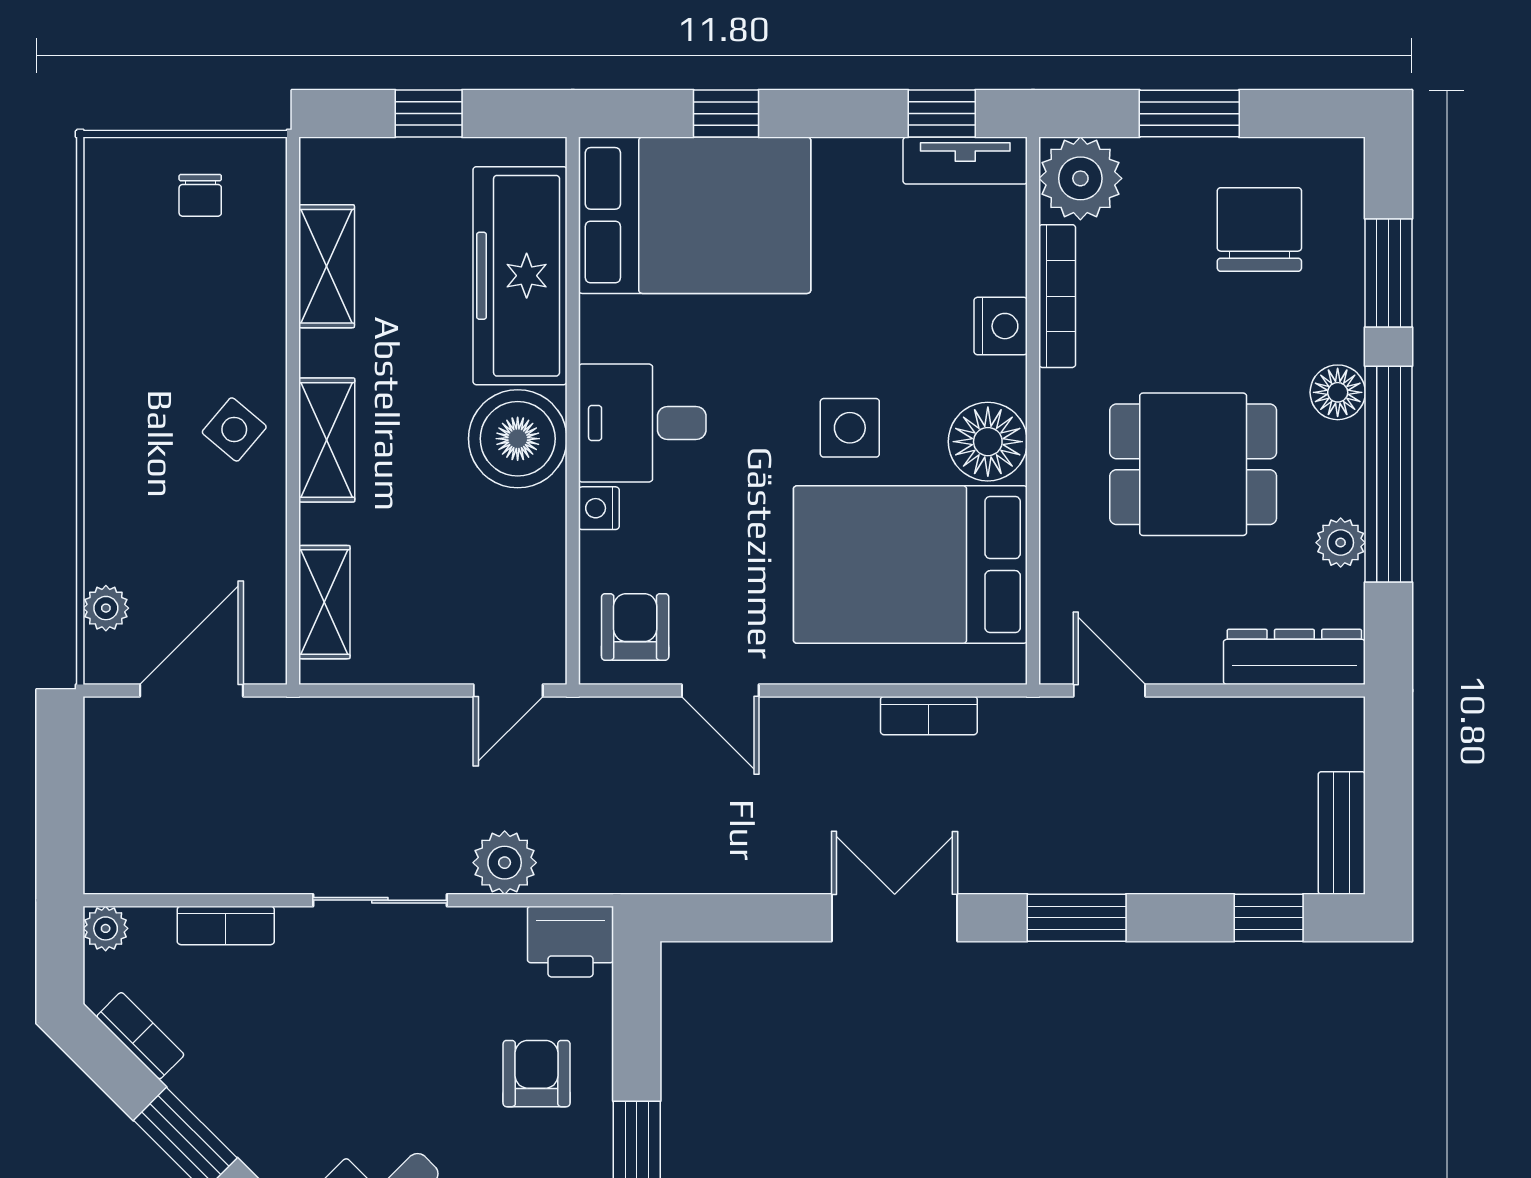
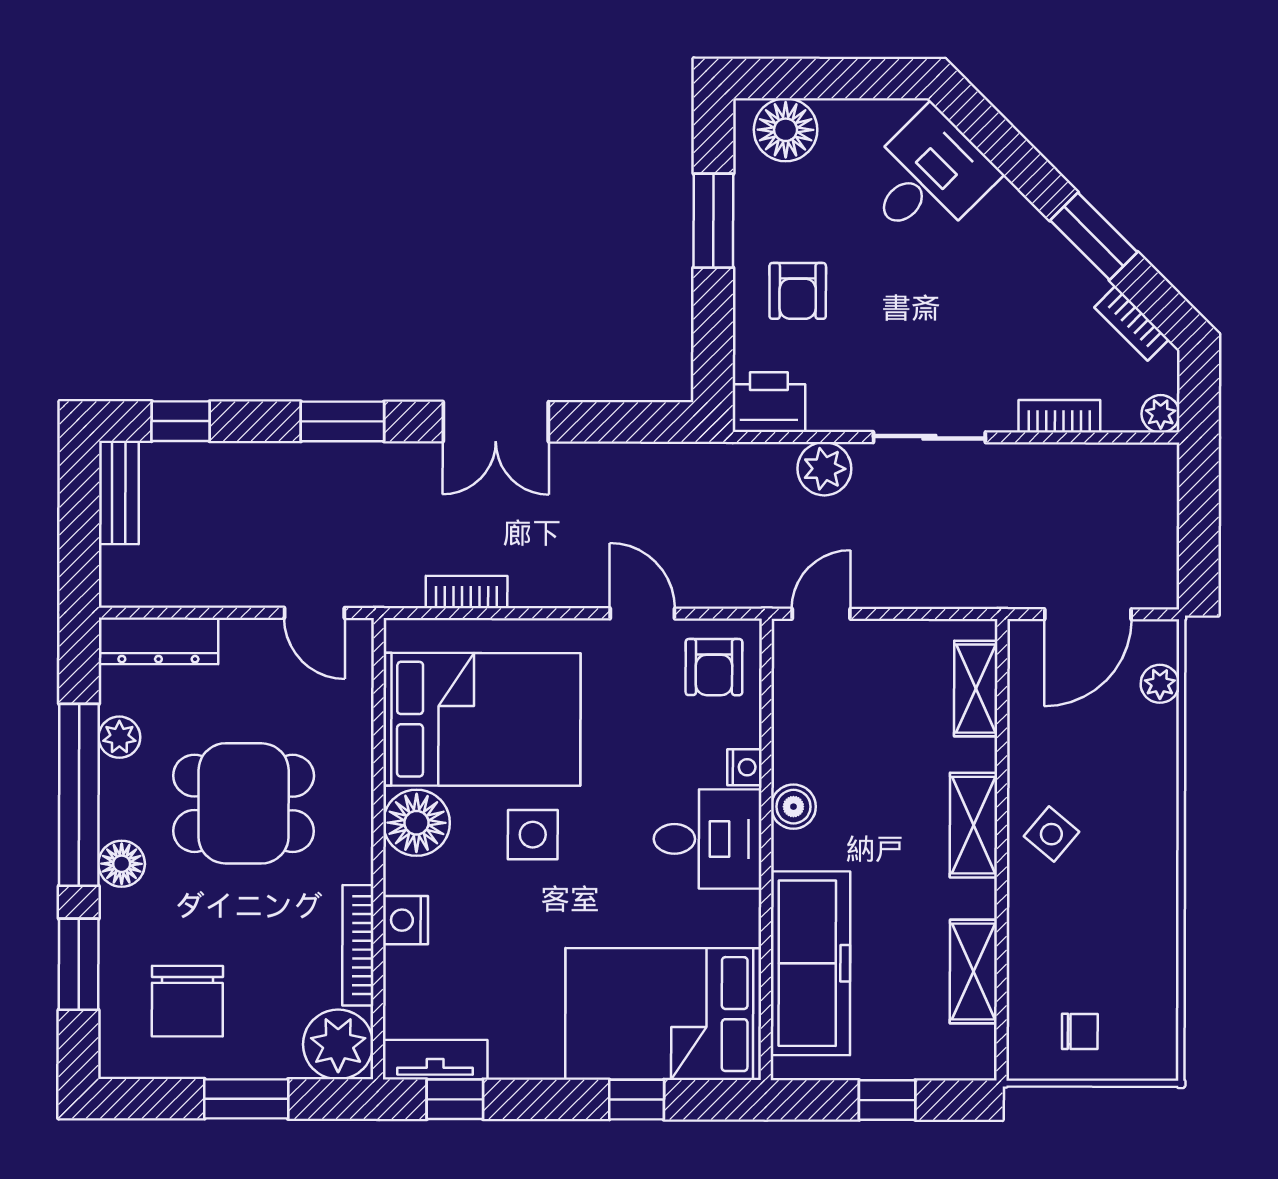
chair: (200, 195) -> (1080, 1031), turned 90
boiler: (518, 439) -> (793, 807), width x0.54, depth x0.54

